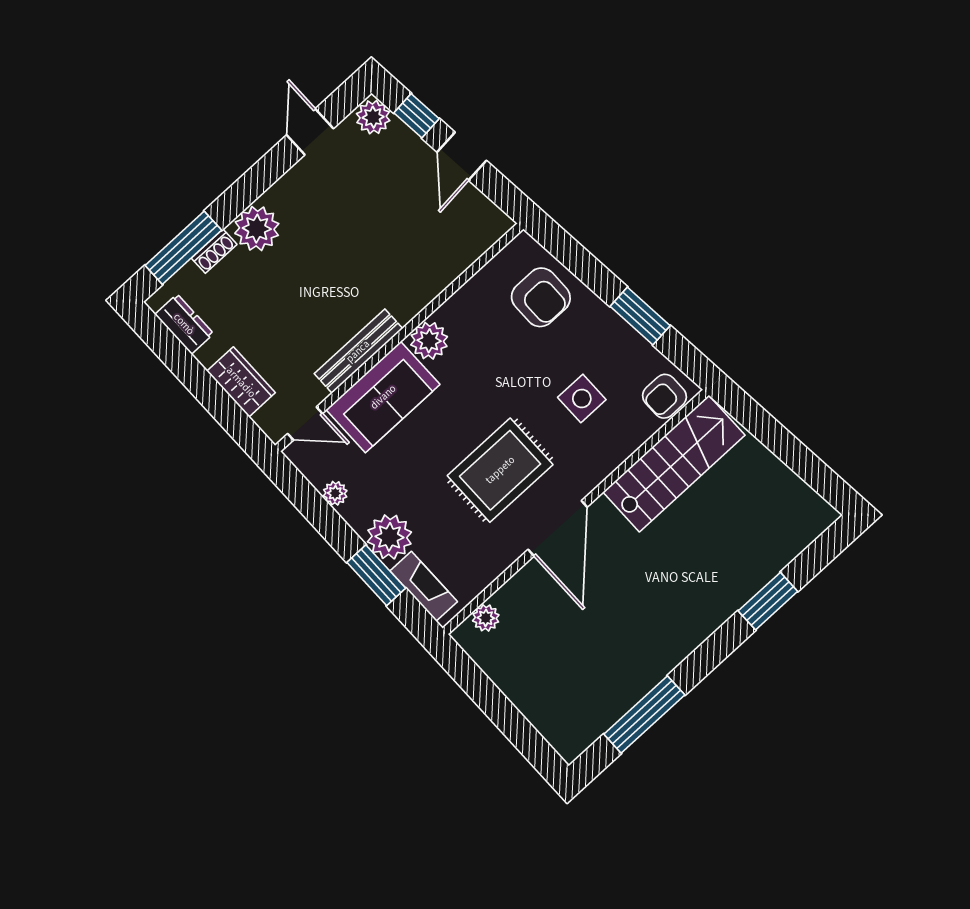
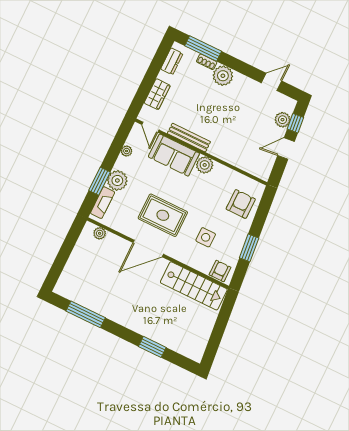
plant: (373, 117) -> (282, 120), moved
armchair: (541, 297) -> (241, 204), turned 180
armchair: (665, 396) -> (220, 271), turned 90

